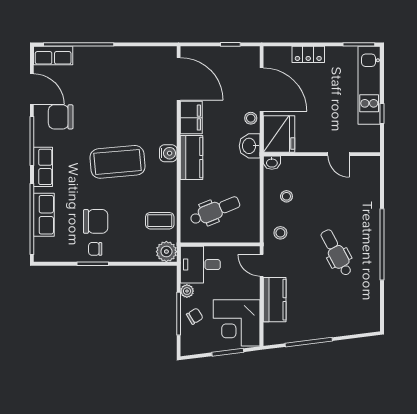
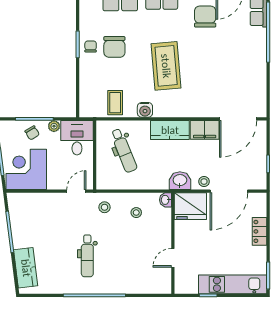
water cooler: (168, 153) -> (145, 110), moved
plant: (166, 252) -> (88, 108), removed
dental chair: (336, 253) -> (87, 256), turned 118
kitchen counter: (275, 300) -> (26, 268), moved, turned -97

